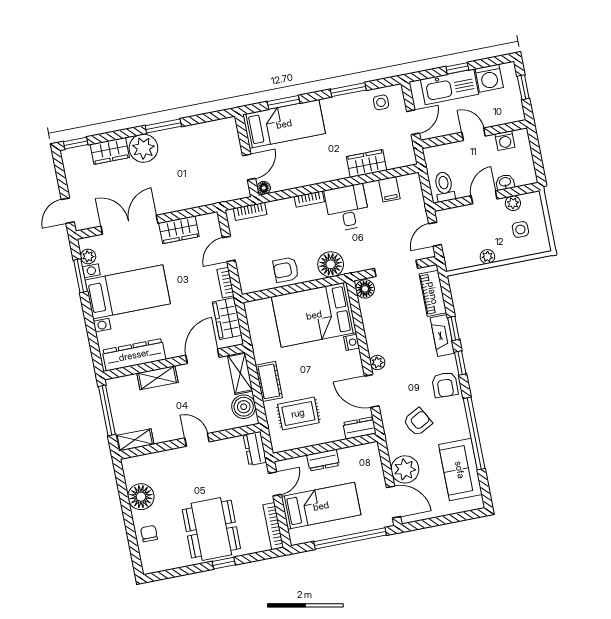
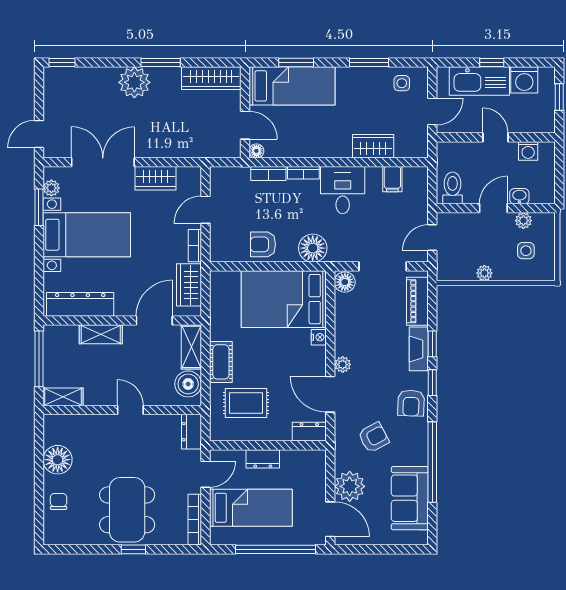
wardrobe: (110, 151) -> (211, 78), moved, width x1.50
door: (249, 167) -> (245, 125), hinge flipped
bookcase: (250, 211) -> (268, 174), moved

